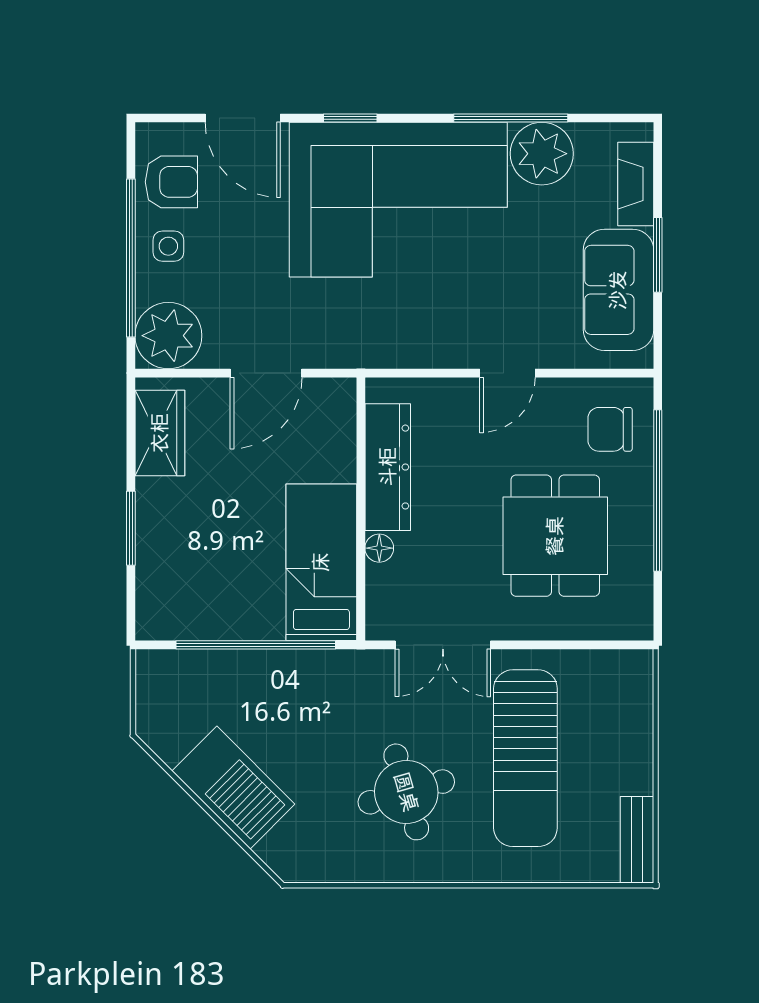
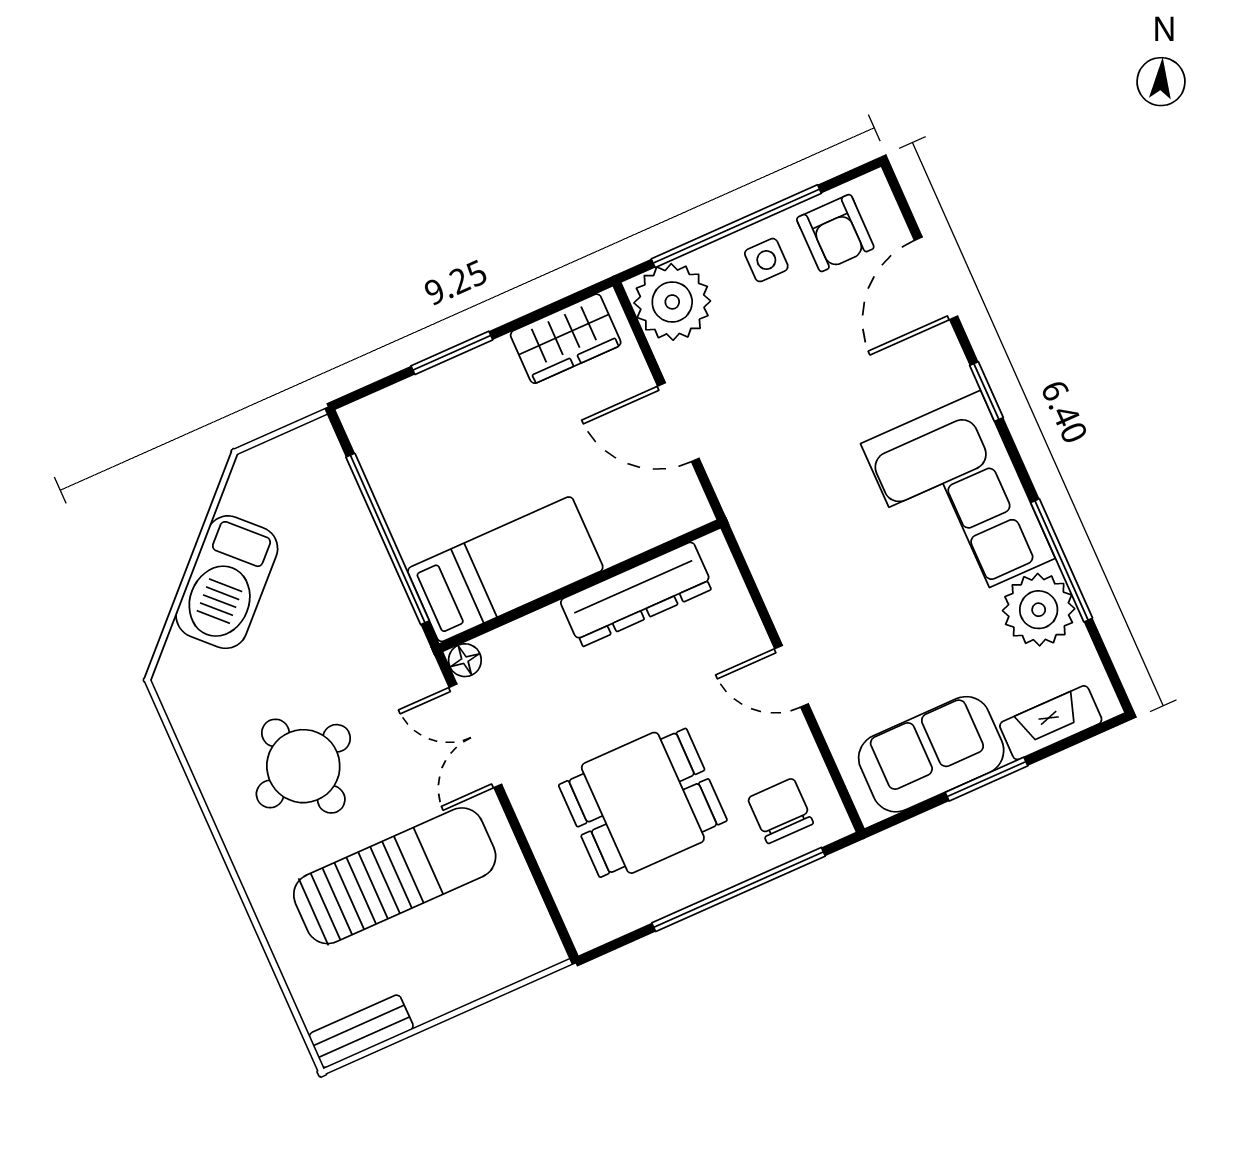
corner sofa: (398, 200) -> (958, 501), width x0.73, depth x0.74
floor lamp: (379, 548) -> (465, 660), moved
sun lounger: (525, 758) -> (395, 876), turned 180

